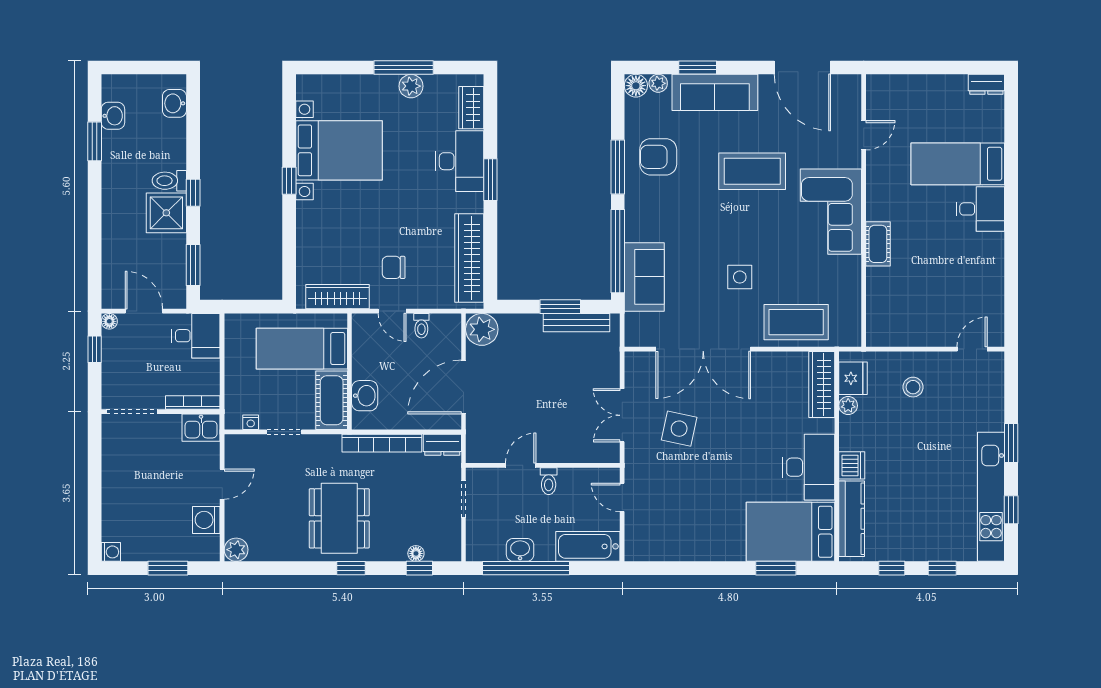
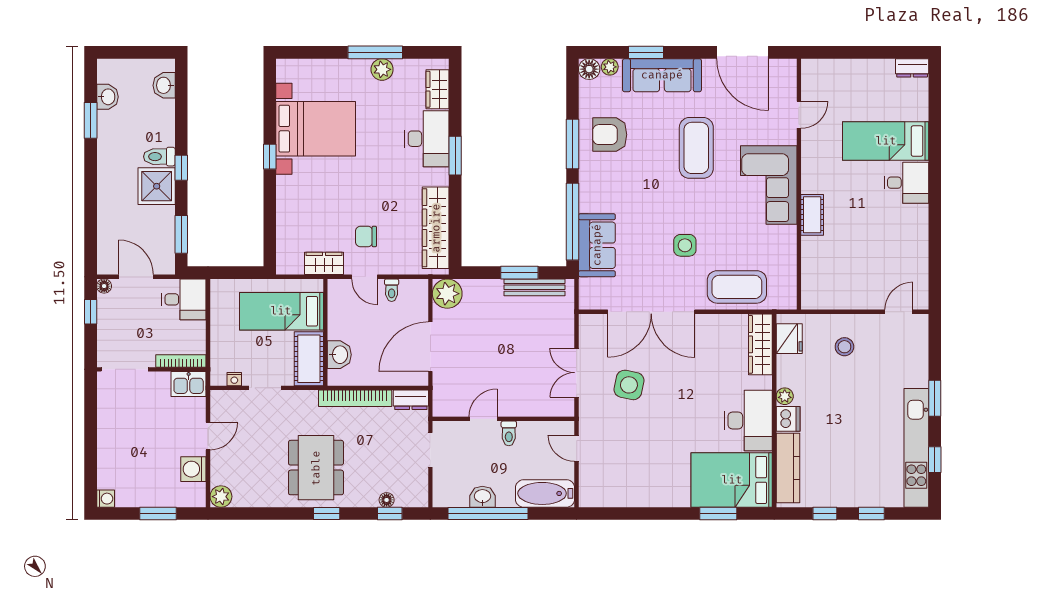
coffee table: (752, 171) -> (696, 148), turned 90
wardrobe: (337, 297) -> (324, 263), width x0.67
plant: (848, 406) -> (785, 396), moved

